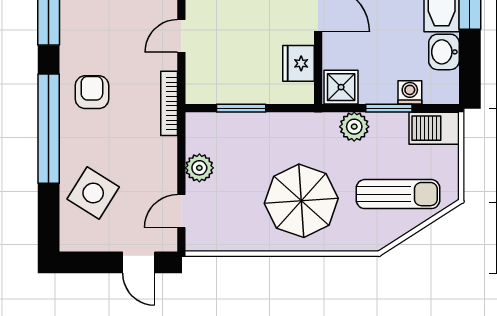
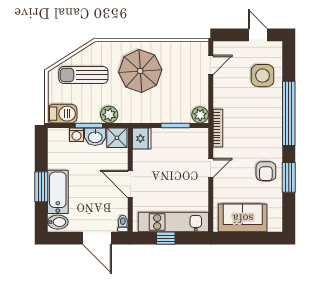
washbasin: (444, 52) -> (95, 137), moved, turned 90
fridge: (299, 63) -> (142, 138), moved
armchair: (92, 92) -> (266, 171), moved
plant: (199, 168) -> (200, 115), moved
side table: (93, 193) -> (263, 76), turned -32
door: (139, 262) -> (258, 35), moved

